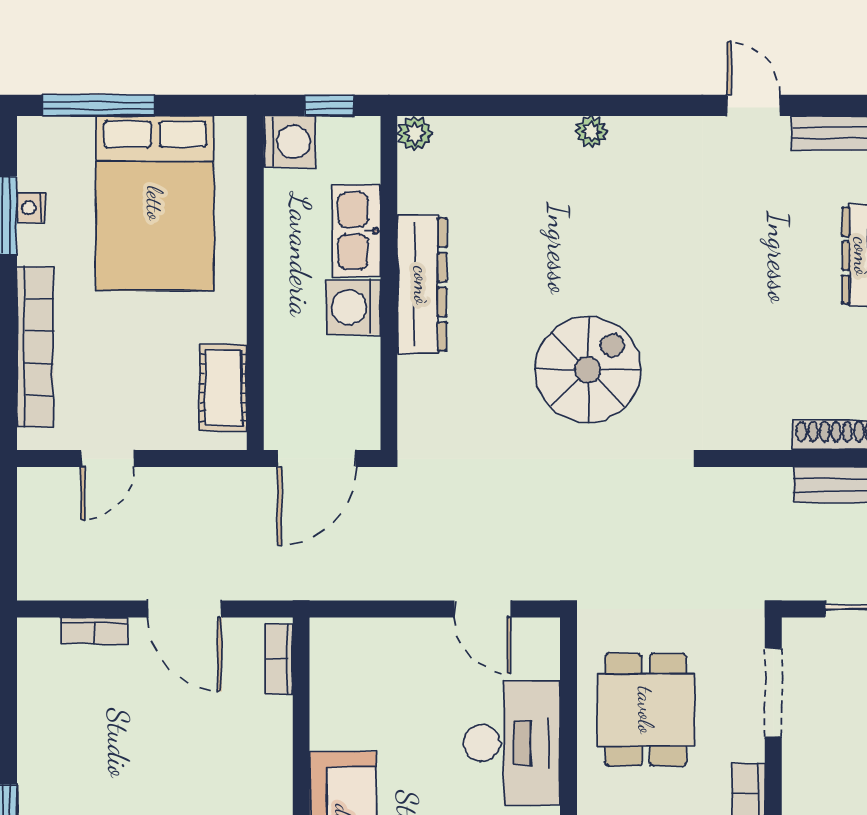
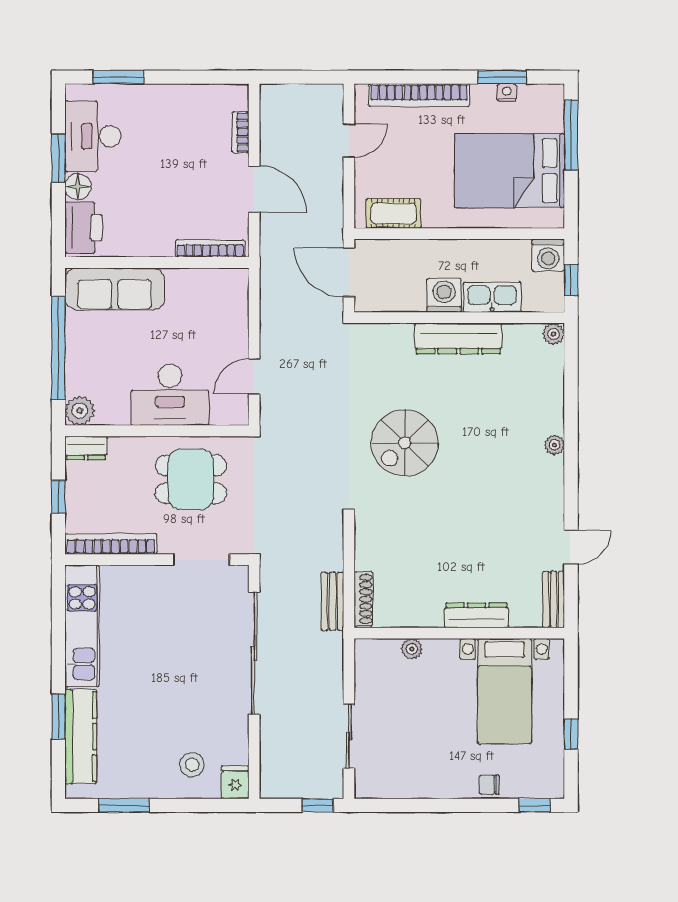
spiral stairs: (588, 370) -> (405, 443), turned 90
door: (107, 459) -> (349, 141), swing flipped
door: (185, 609) -> (254, 189), swing flipped
bookcase: (279, 659) -> (210, 248), width x1.56

